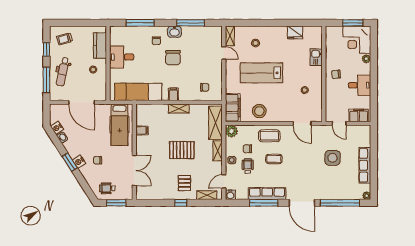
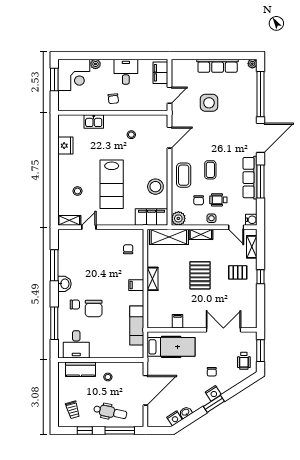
desk: (122, 57) -> (76, 344), moved
chair: (173, 58) -> (94, 309), moved, turned 90
exam couch: (138, 92) -> (137, 325), width x0.73, depth x0.69

